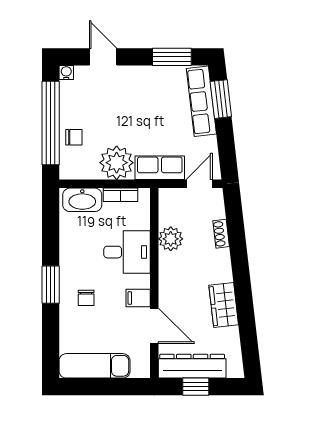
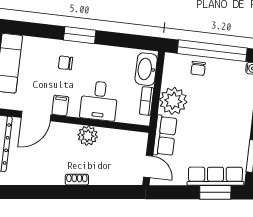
shoe rack: (221, 234) -> (77, 180), moved
plant: (171, 239) -> (88, 136), moved
wardrobe: (224, 305) -> (46, 175), removed

